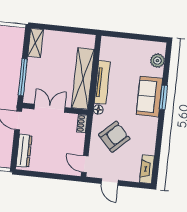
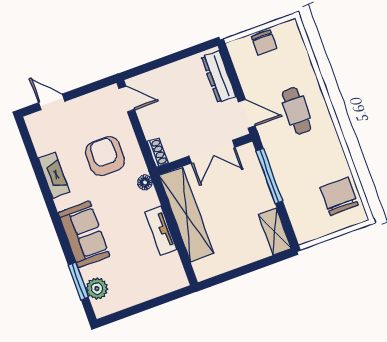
tv unit: (102, 82) -> (161, 231), width x0.71
window: (163, 97) -> (78, 281), moved
armchair: (114, 137) -> (105, 156), turned 133
fireplace: (147, 169) -> (54, 175), moved
door: (110, 182) -> (52, 102), moved

